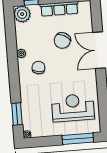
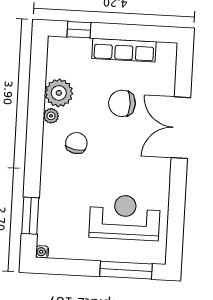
plant: (22, 14) -> (59, 93), moved
chair: (62, 40) -> (122, 103), turned 61

